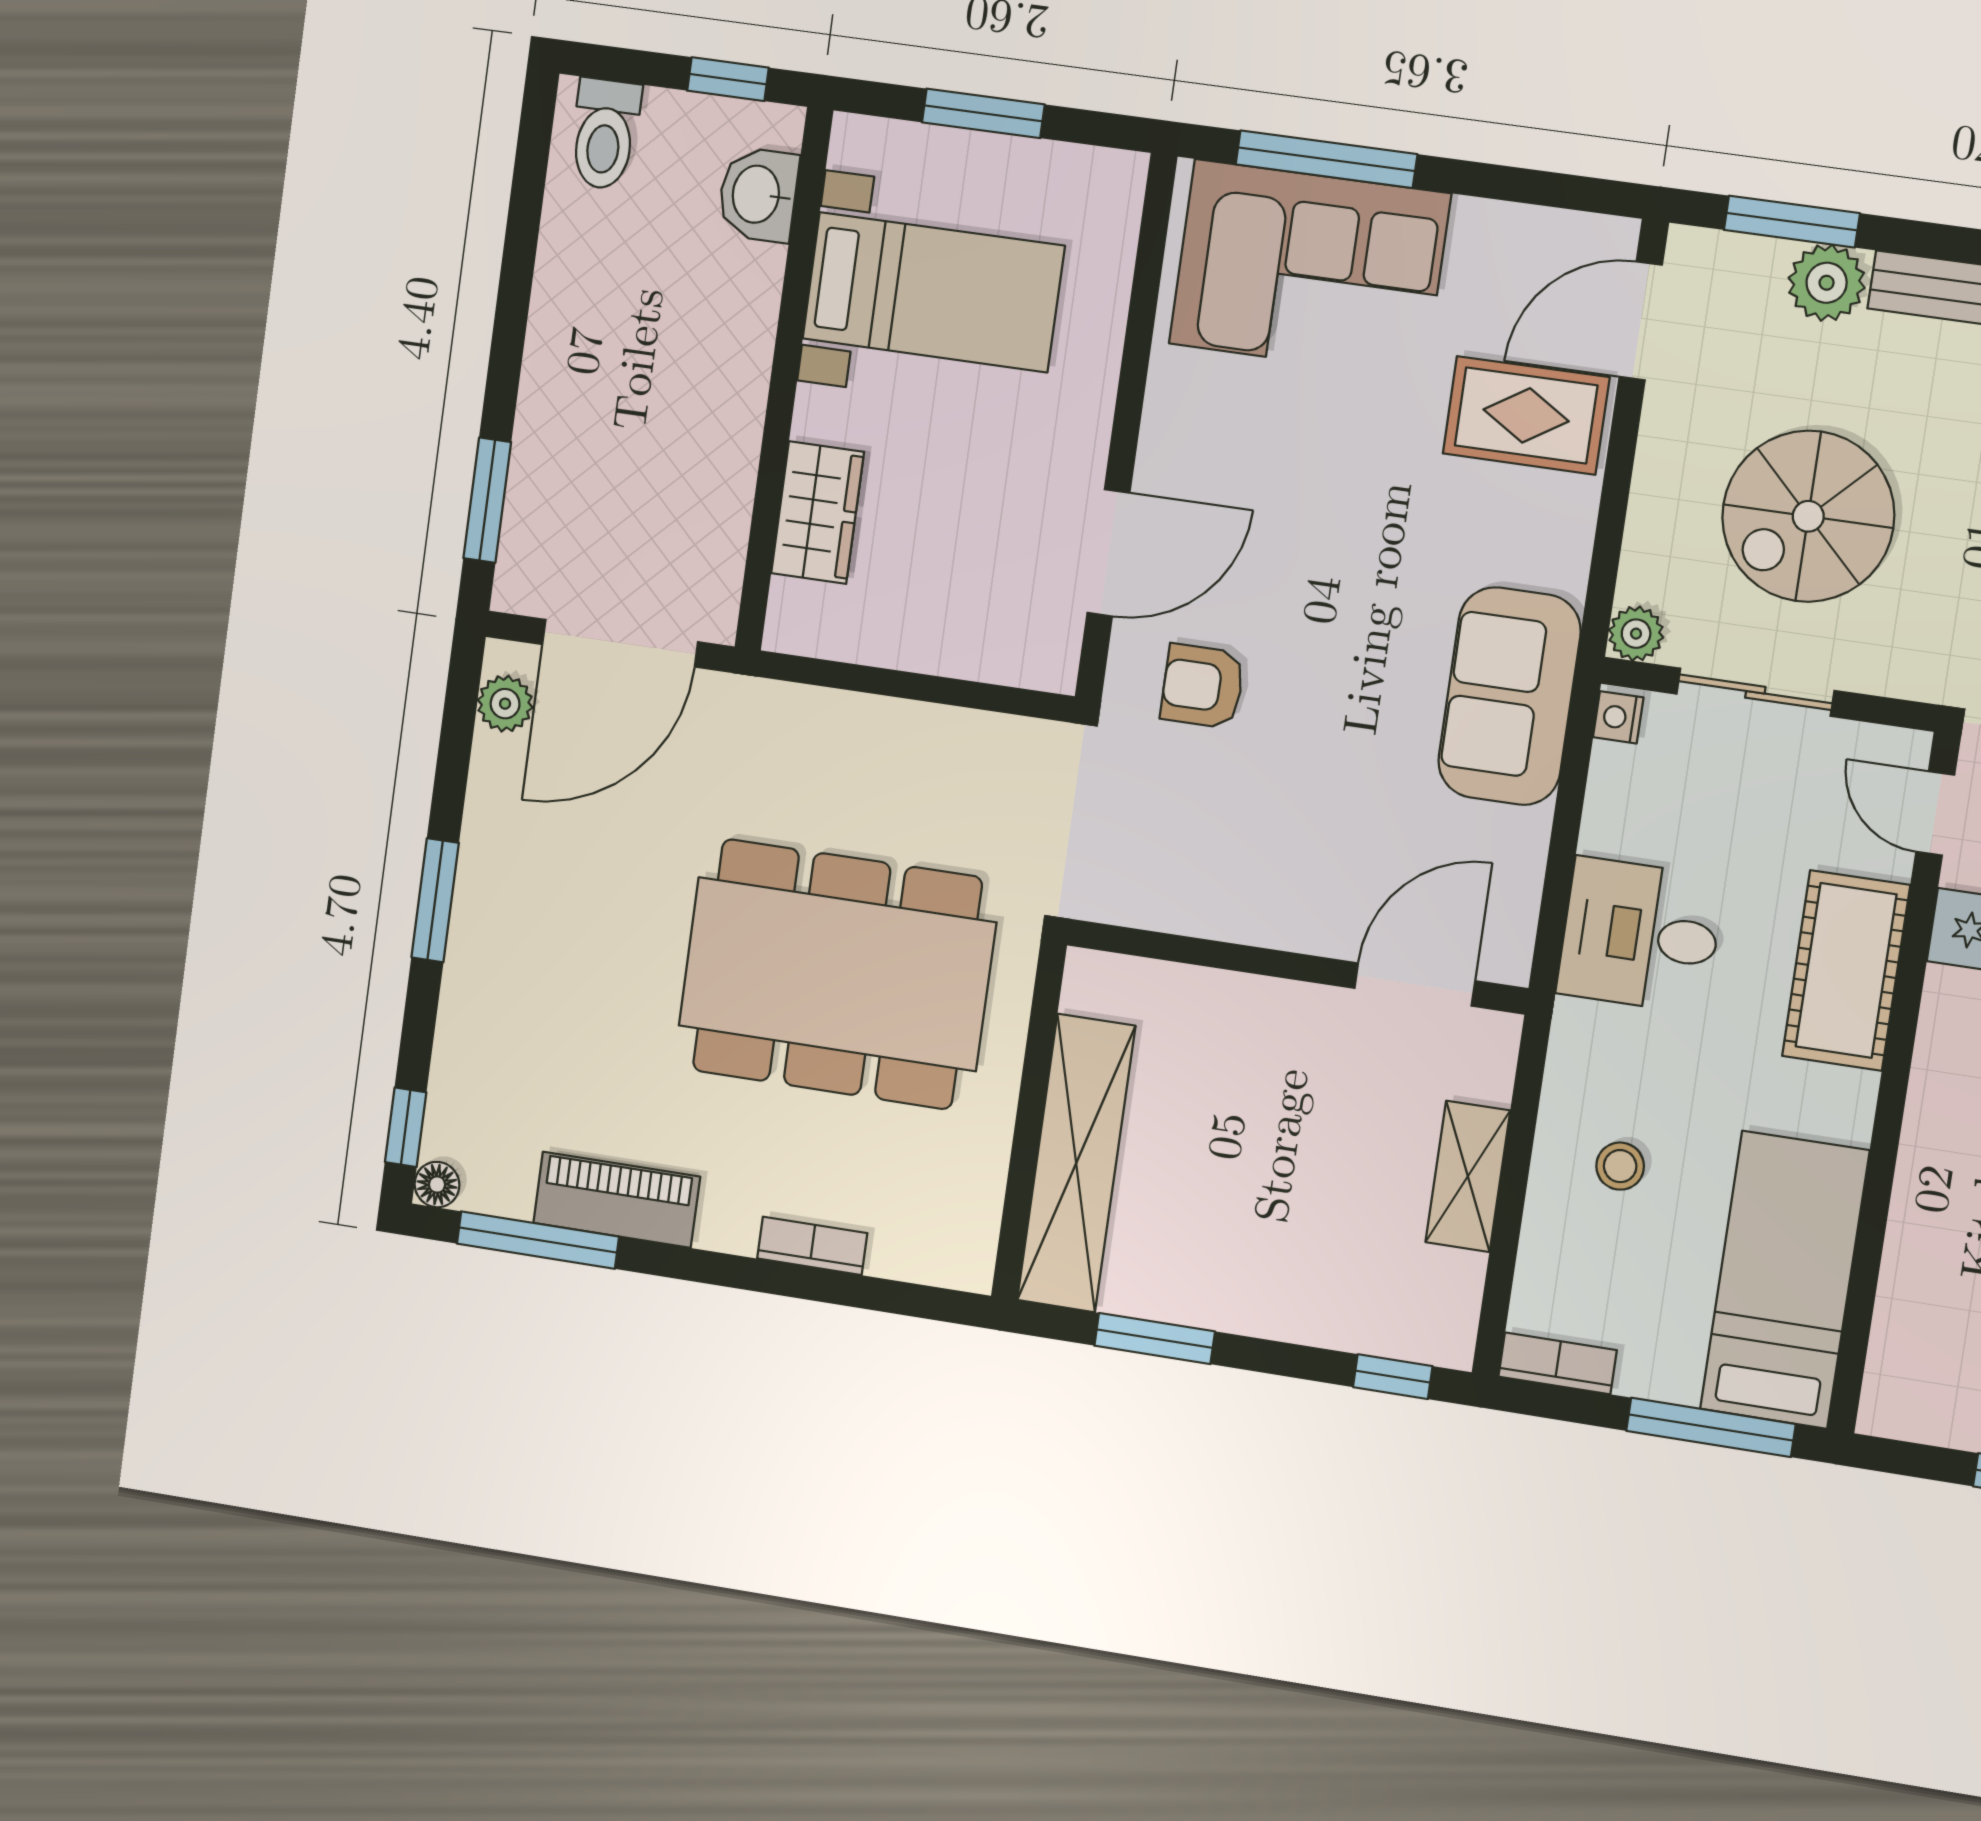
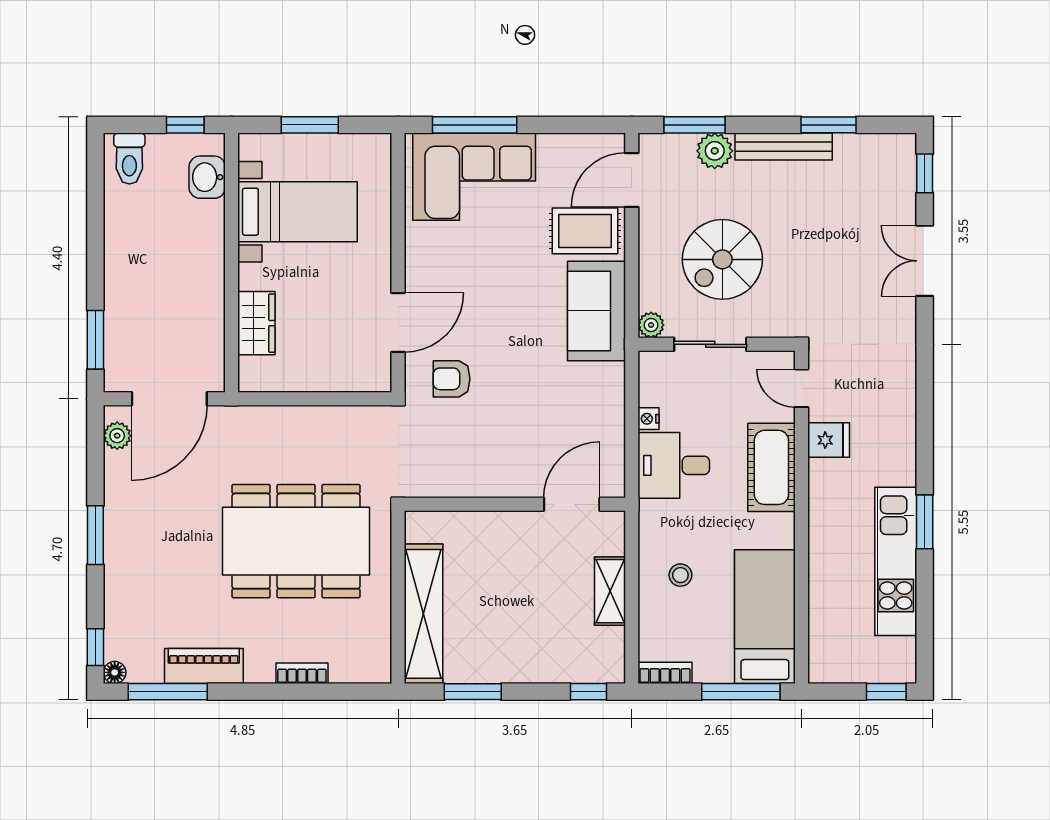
sofa: (1509, 696) -> (596, 311), moved
nightstand: (1618, 717) -> (649, 419), moved

